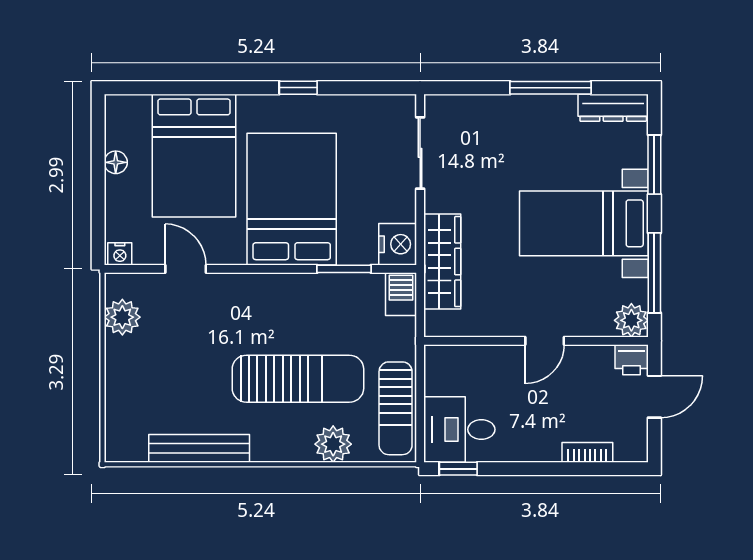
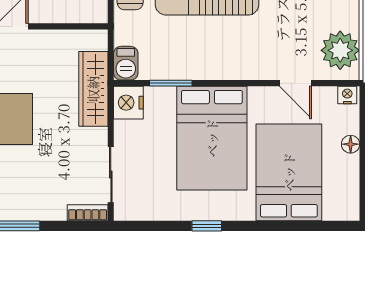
bookcase: (450, 104) -> (88, 213), added
floor lamp: (116, 162) -> (351, 144), moved
plant: (122, 317) -> (340, 50), width x1.36, depth x1.36

